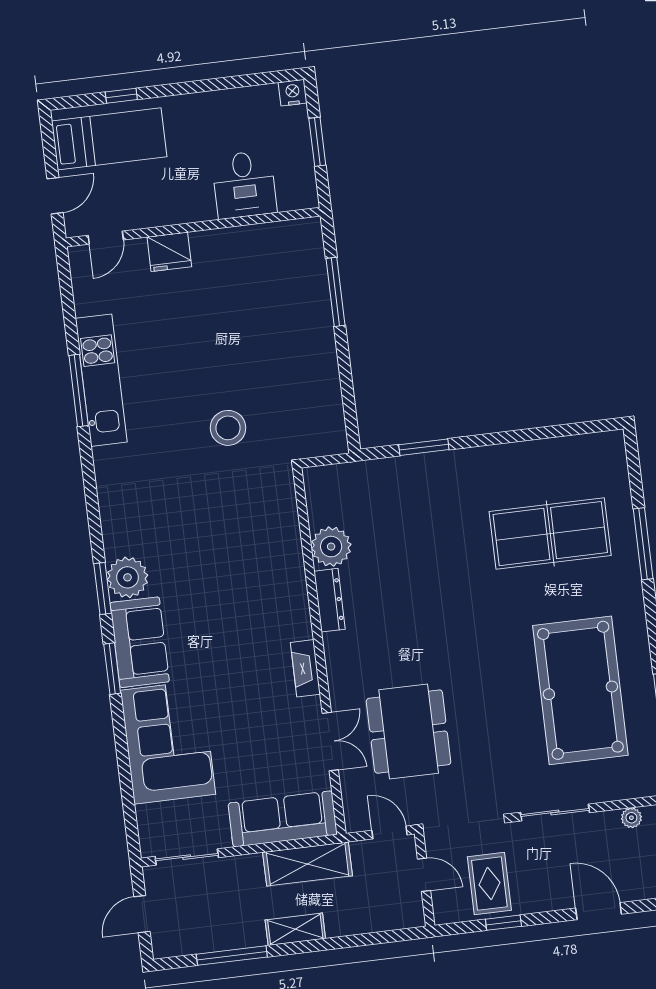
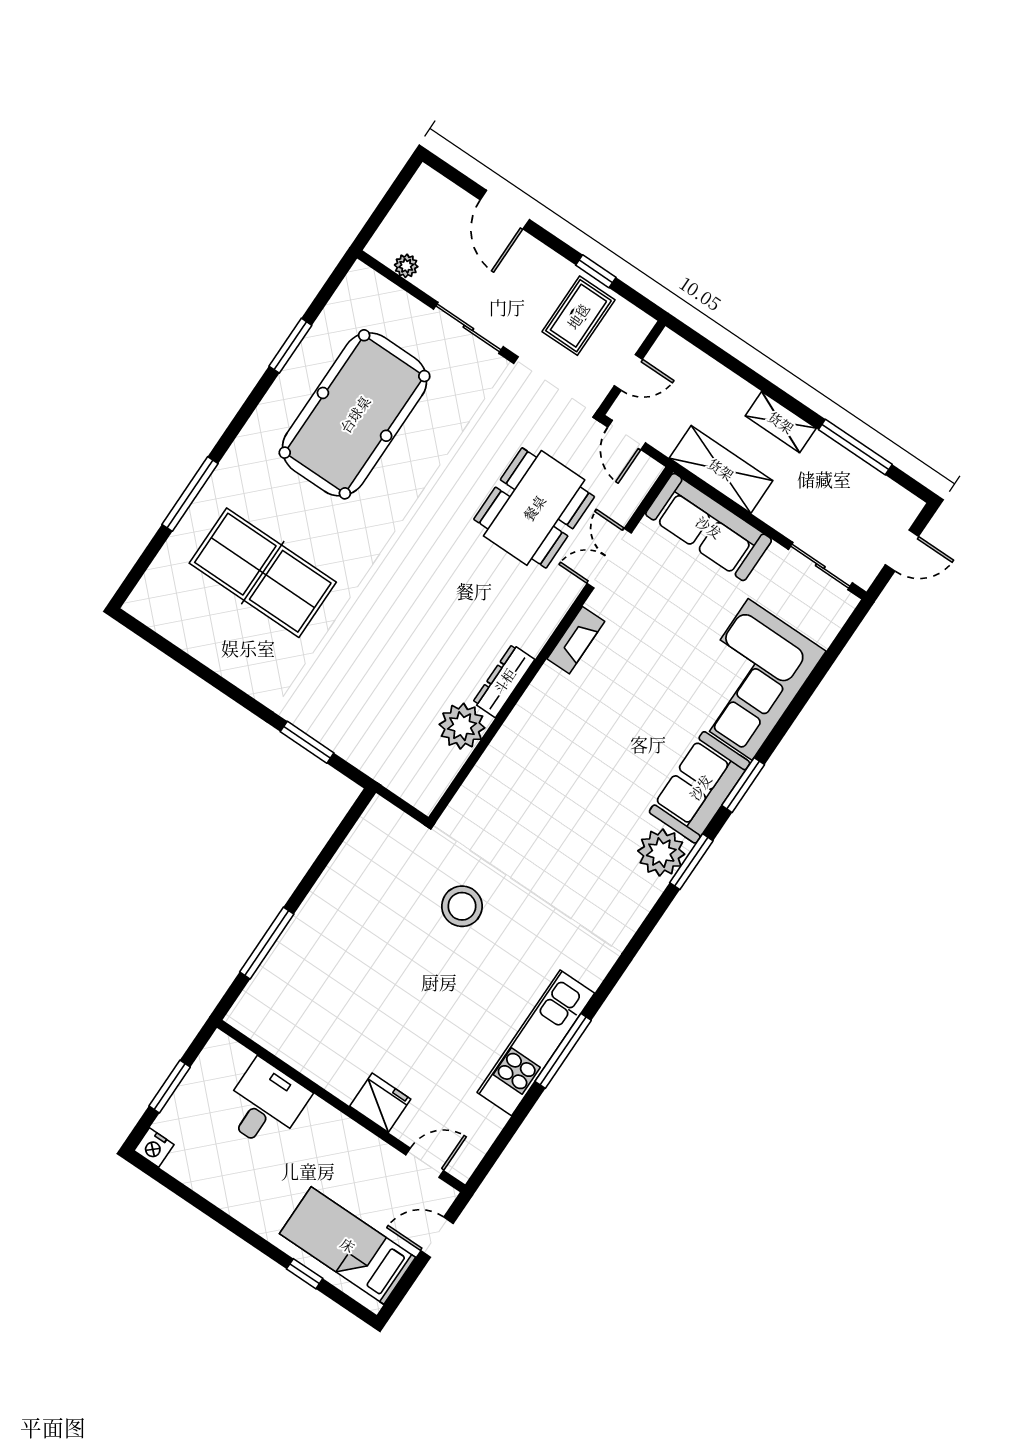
door: (424, 875) -> (628, 372), swing flipped

